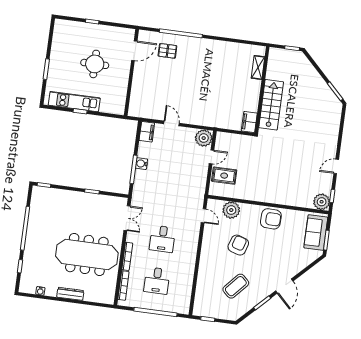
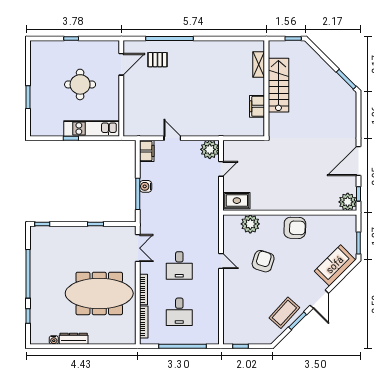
kitchen unit: (74, 102) -> (92, 128), moved
stairs: (271, 105) -> (278, 85), moved
filing cabinet: (249, 122) -> (257, 106), moved
door: (336, 166) -> (358, 161), width x1.87
rug: (224, 176) -> (237, 201), moved
door: (204, 216) -> (221, 261), moved
sofa: (316, 233) -> (335, 265), moved, turned 45
coffee table: (236, 286) -> (284, 313), moved
dresser: (70, 294) -> (74, 339), moved

